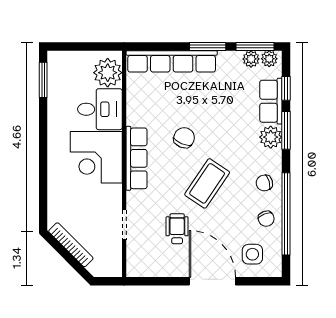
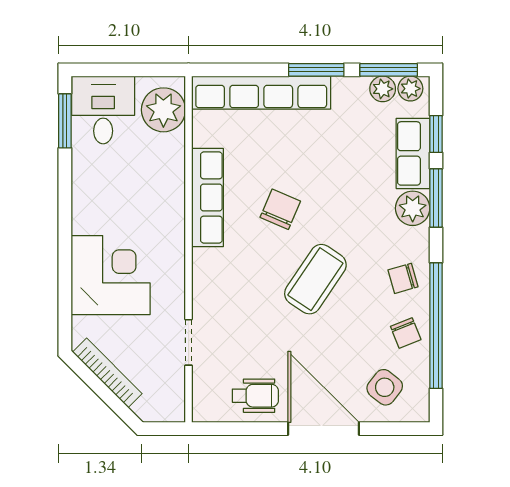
desk: (100, 109) -> (103, 110), moved, turned -90
corner desk: (96, 157) -> (111, 275), moved, turned 180
row of seats: (137, 158) -> (208, 197), moved
wheelchair: (177, 229) -> (255, 396), moved, turned 90
side table: (252, 254) -> (385, 387), turned 38

